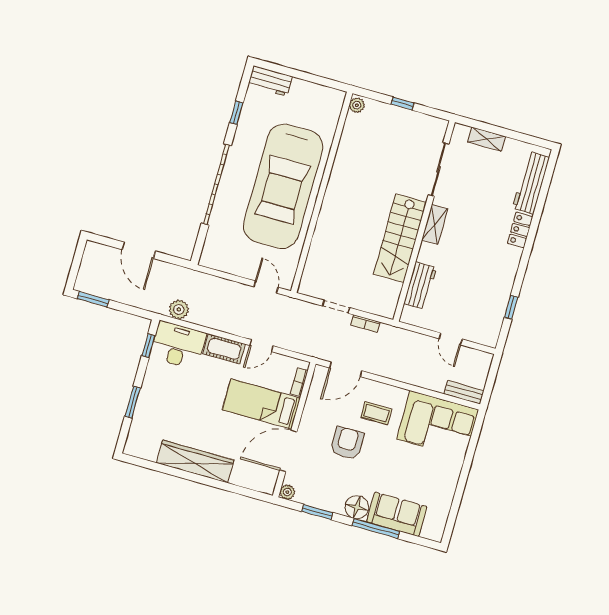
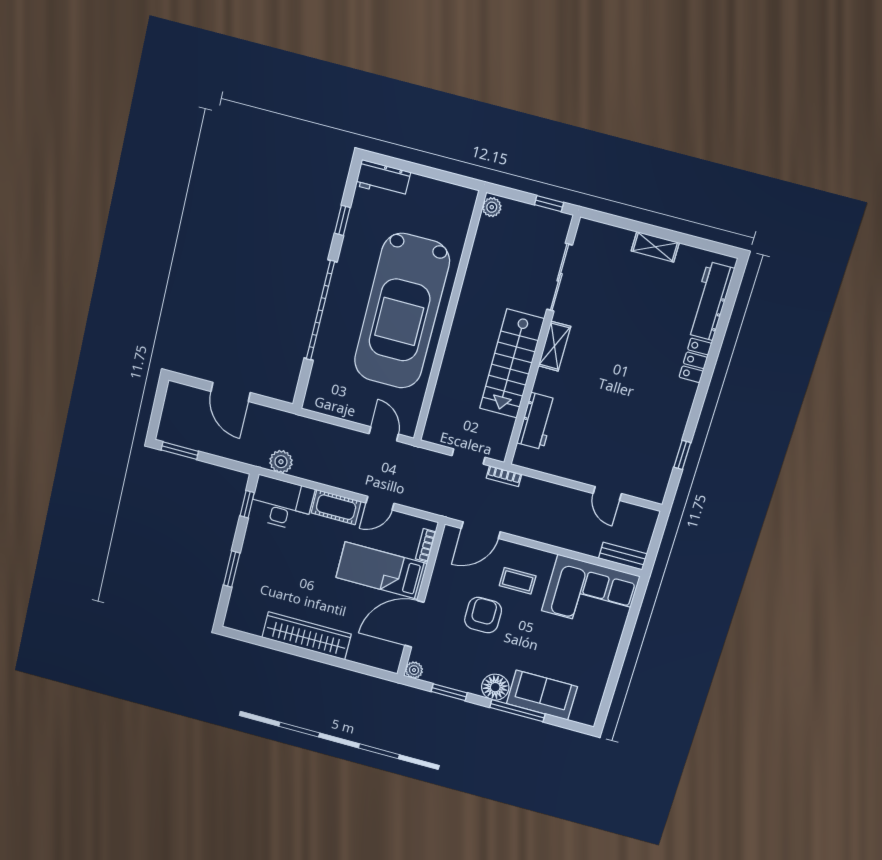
sliding door: (439, 169) -> (560, 277), moved
wall: (424, 221) -> (541, 342), moved
shelving: (435, 224) -> (554, 346), moved
stairs: (400, 238) -> (512, 364), moved
workbench: (420, 286) -> (537, 421), moved

